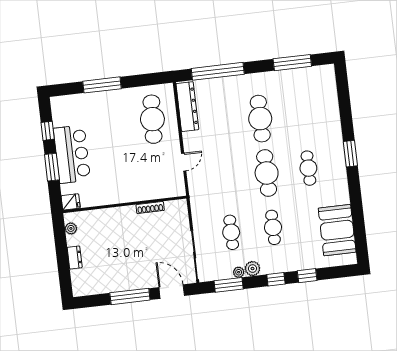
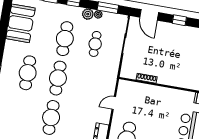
cafe table: (308, 168) -> (28, 73), width x1.37, depth x1.35
cafe table: (273, 227) -> (65, 39), width x1.37, depth x1.35
window: (130, 296) -> (179, 20), width x0.46

